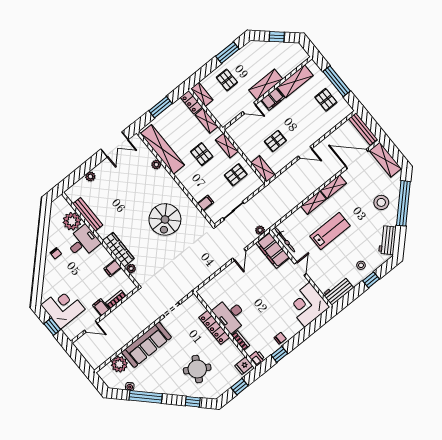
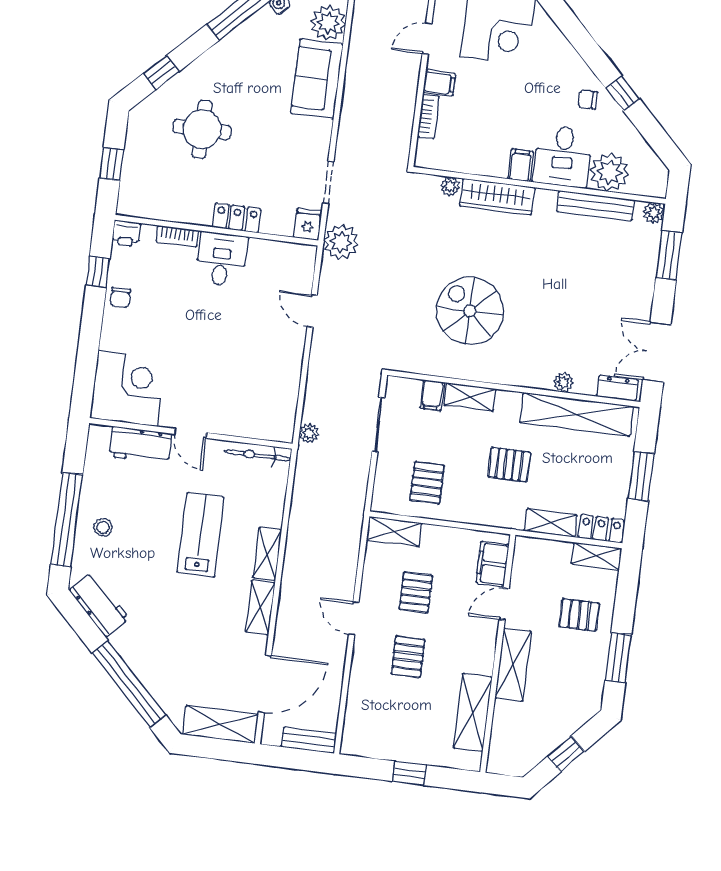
window: (337, 81) -> (409, 773), width x0.46
filing cabinet: (273, 99) -> (492, 564), moved
pallet: (326, 100) -> (408, 657), moved, turned 90
bench: (363, 129) -> (309, 740), width x0.73
dresser: (140, 145) -> (617, 388), added
shelving: (227, 146) -> (470, 397), moved
door: (305, 152) -> (354, 618), hinge flipped
window: (79, 173) -> (669, 255), added
plant: (90, 177) -> (654, 213), moved
stool: (381, 202) -> (164, 653), removed
lab bench: (330, 231) -> (201, 535), turned 180
window: (42, 244) -> (623, 94), added
filing cabinet: (273, 250) -> (260, 421), removed
door: (239, 255) -> (312, 311), moved
filing cabinet: (113, 268) -> (521, 165), moved
window: (371, 280) -> (67, 520), width x3.17
plant: (187, 285) -> (341, 242), added
workbench: (338, 291) -> (141, 445), moved, turned 90
desk: (230, 315) -> (221, 259), width x0.73
locker: (214, 327) -> (237, 218), width x0.66
sofa: (147, 345) -> (317, 79), width x0.73
fridge: (244, 366) -> (308, 224), moved
round table: (197, 369) -> (202, 129), turned -30

